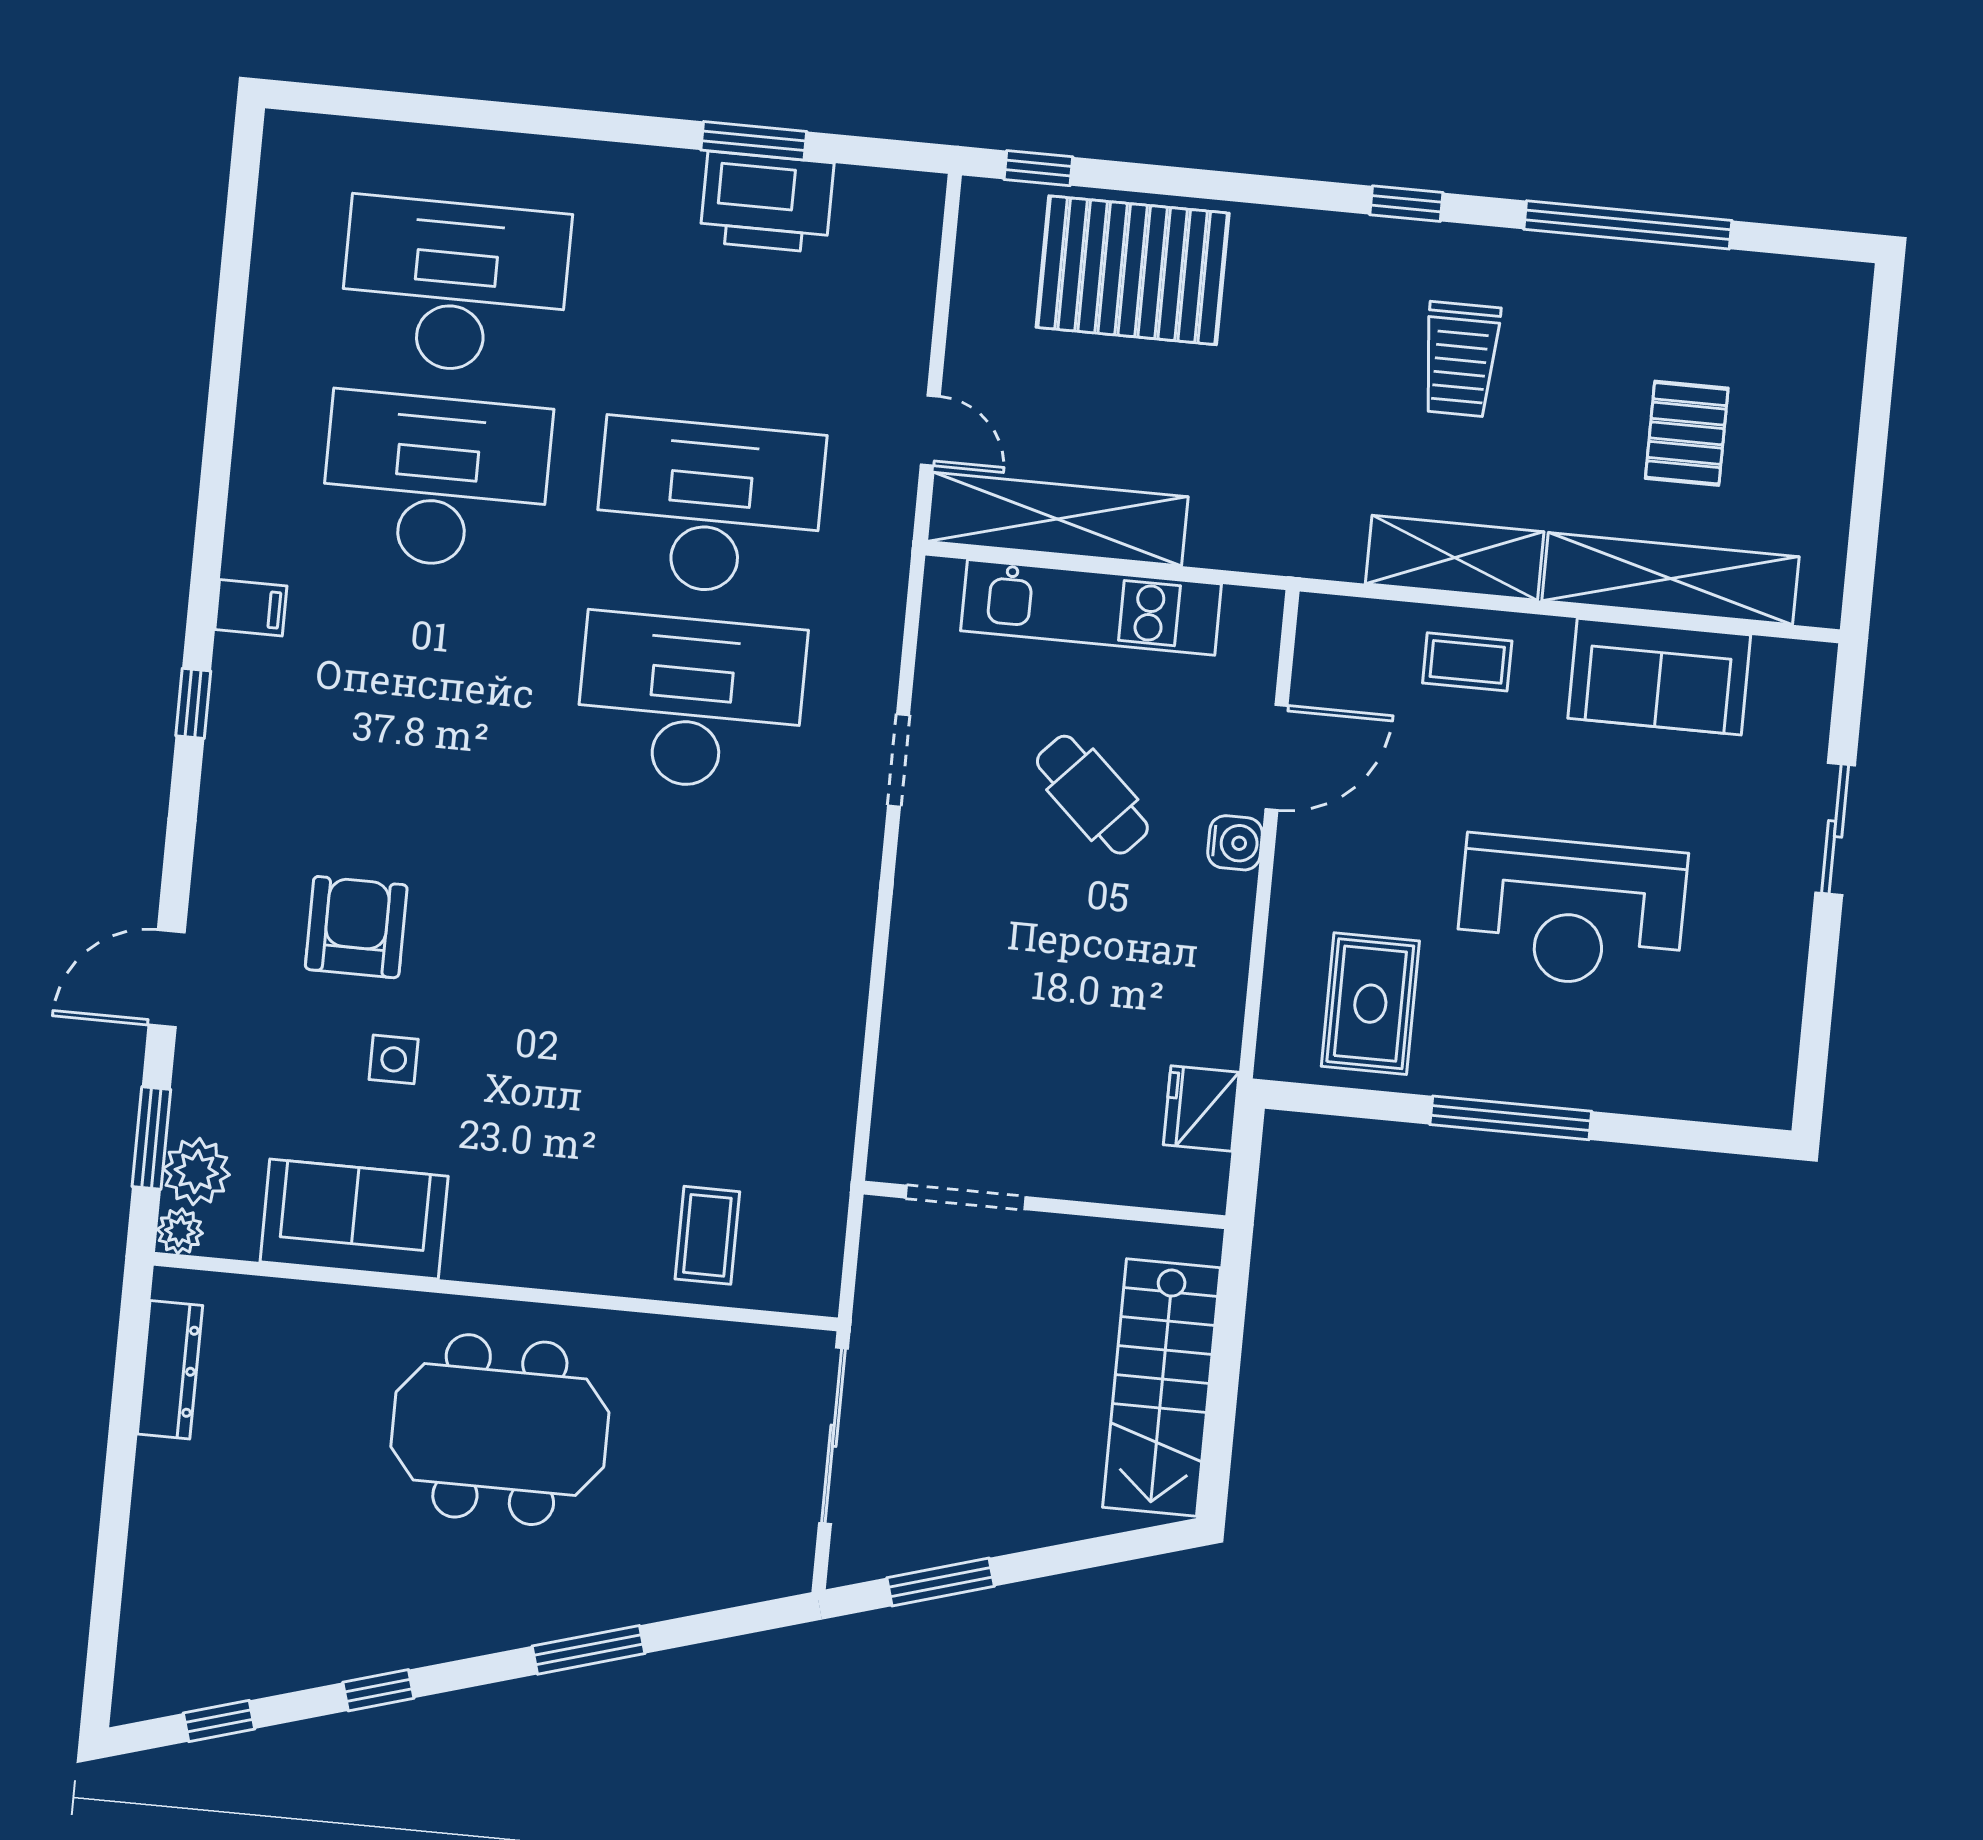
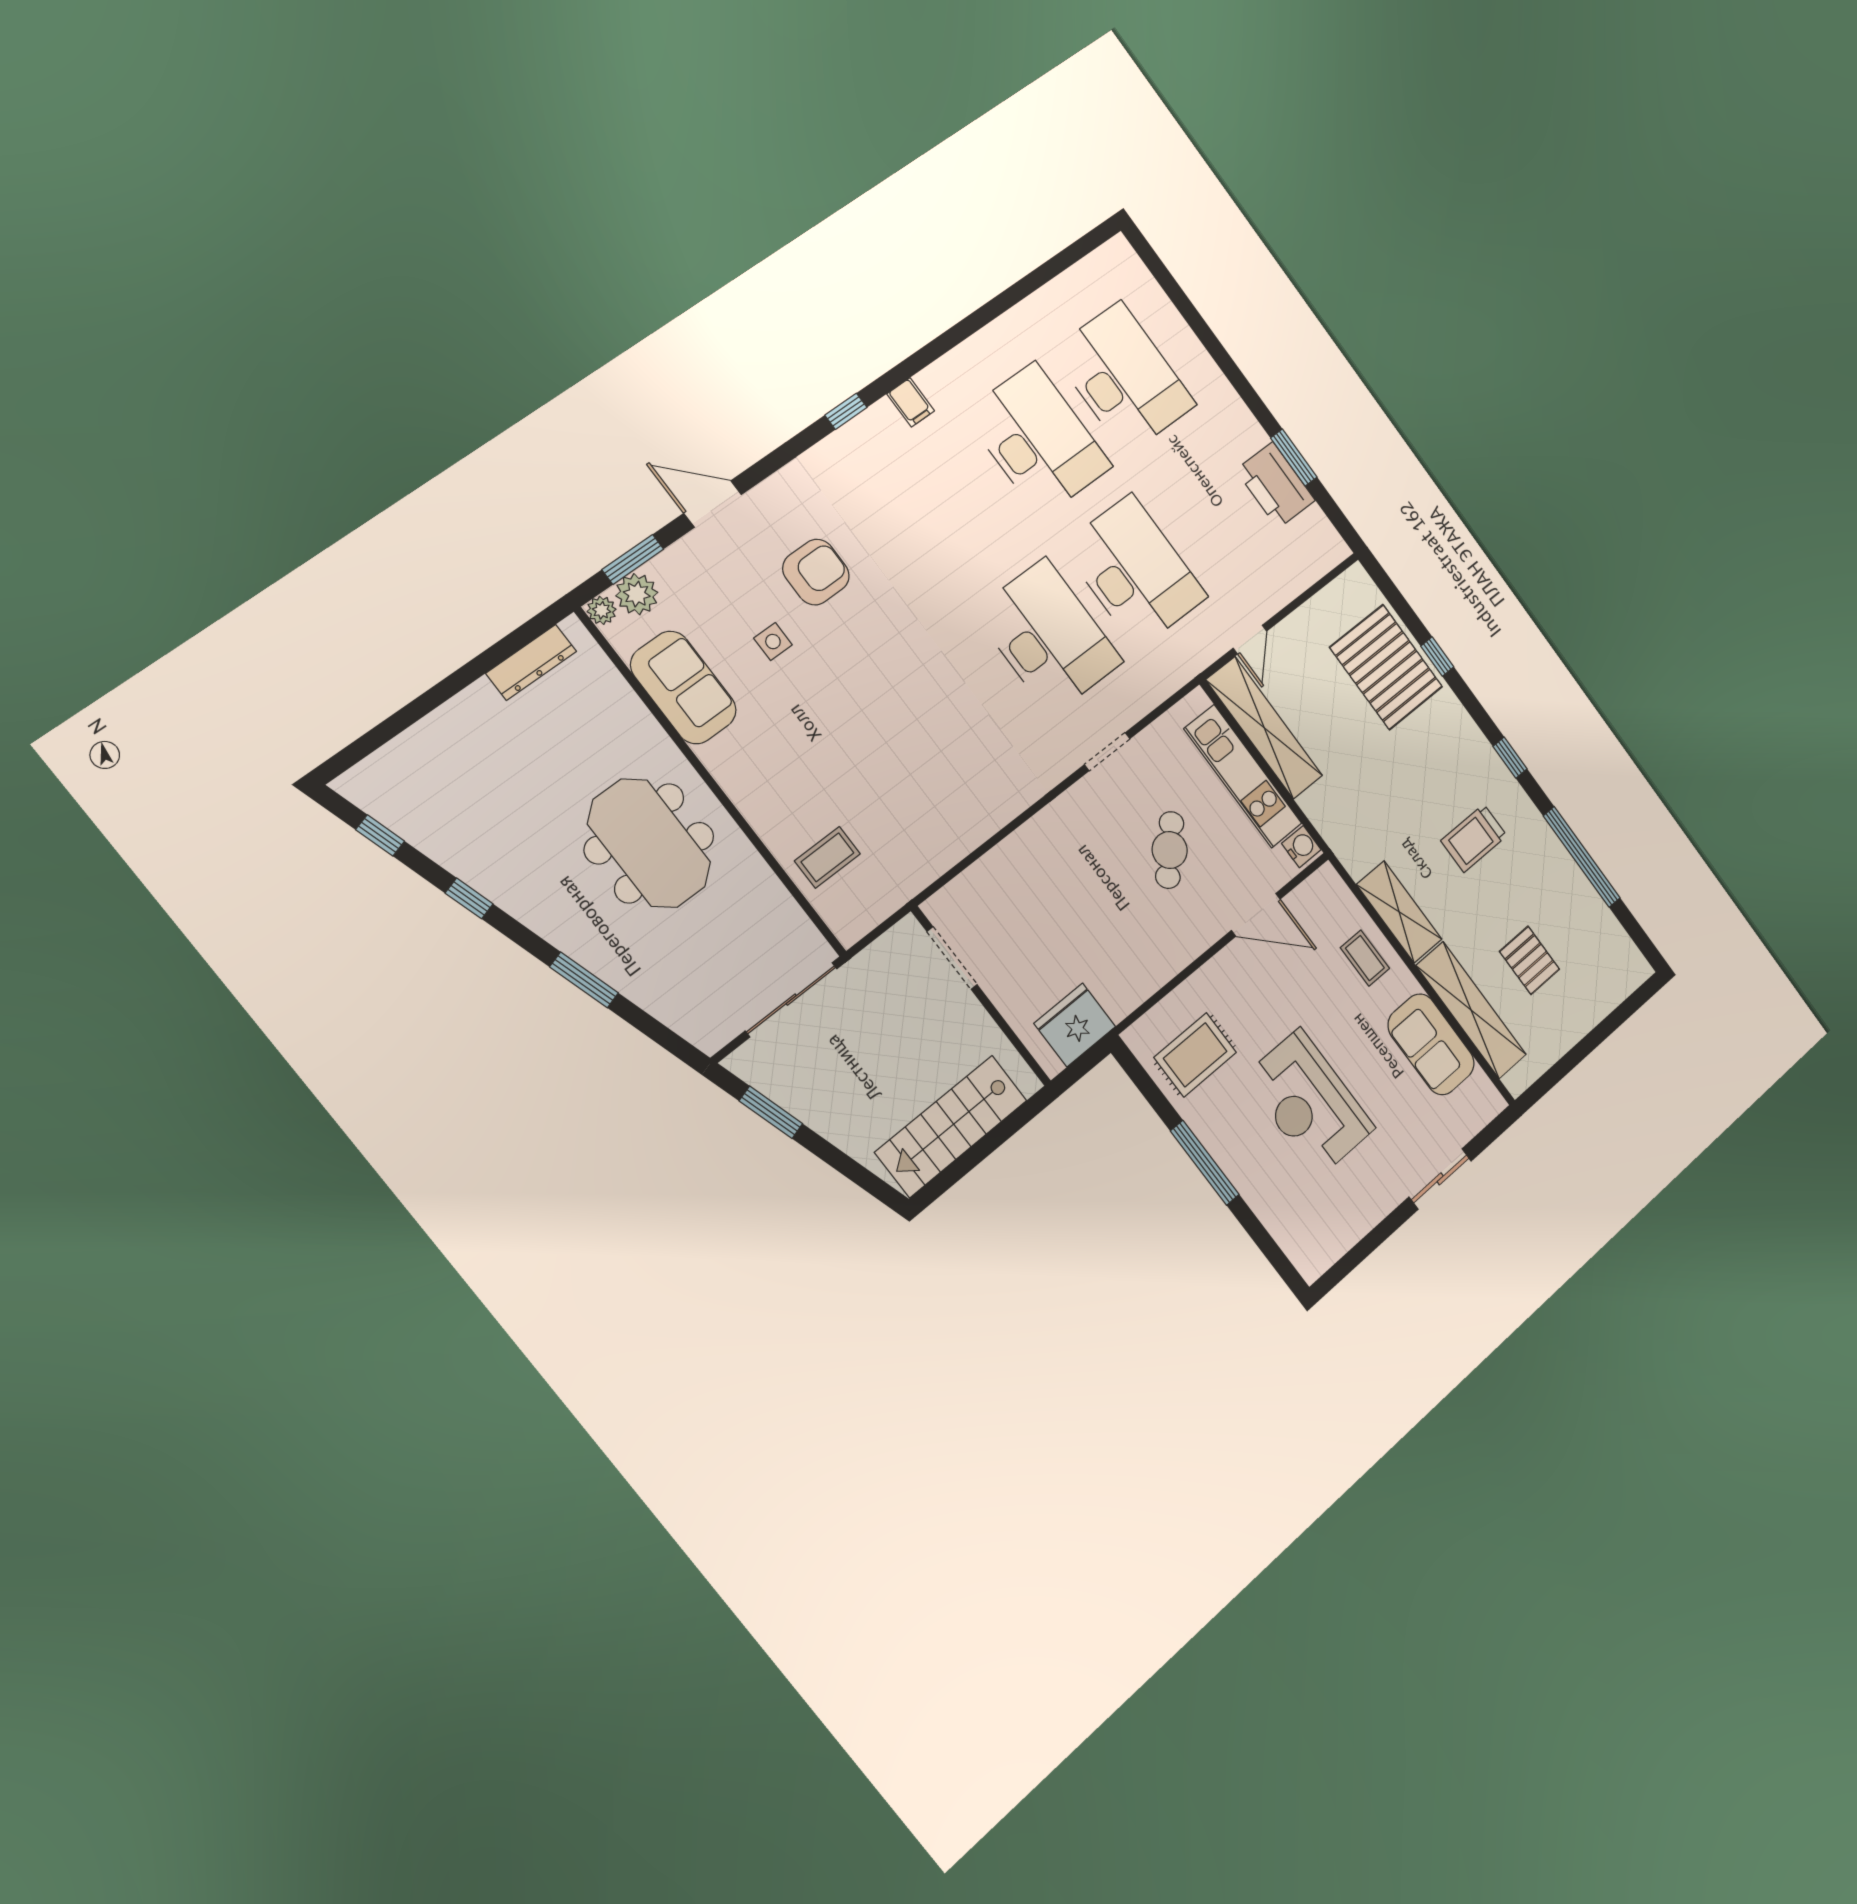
window: (1038, 168) -> (1437, 657), moved
pallet: (1687, 433) -> (1529, 960), turned 90
water cooler: (1235, 843) -> (1301, 847), moved, turned -90
fridge: (1201, 1109) -> (1075, 1025), width x1.36, depth x1.34

